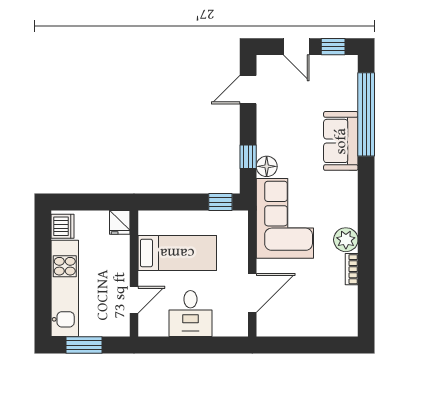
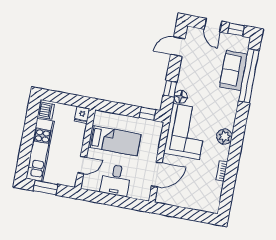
sofa: (341, 141) -> (234, 70), moved
plant: (346, 240) -> (224, 137), moved

